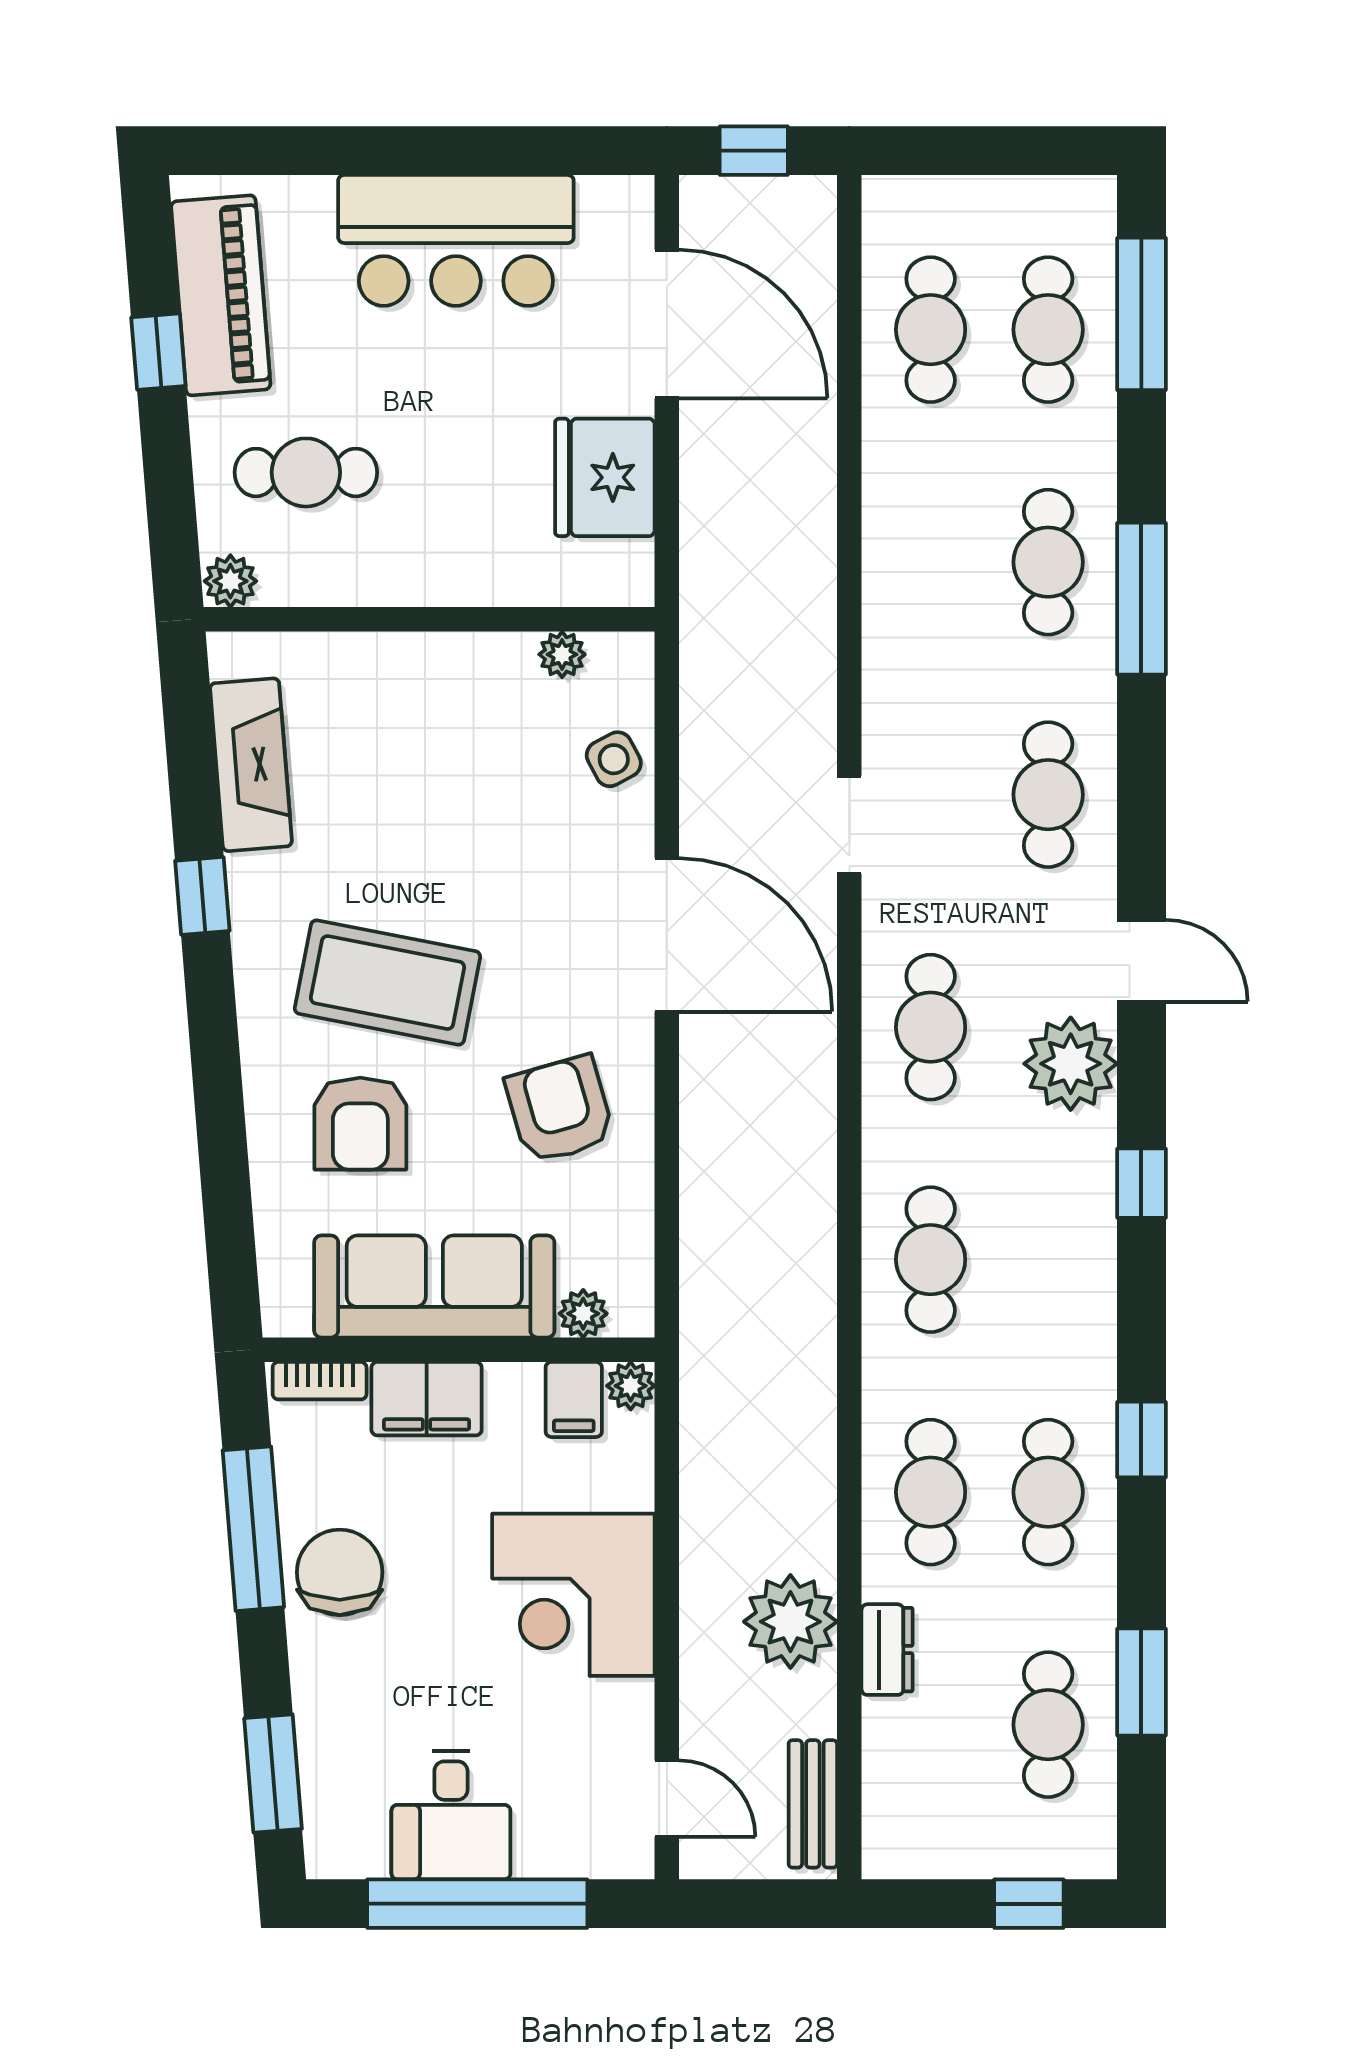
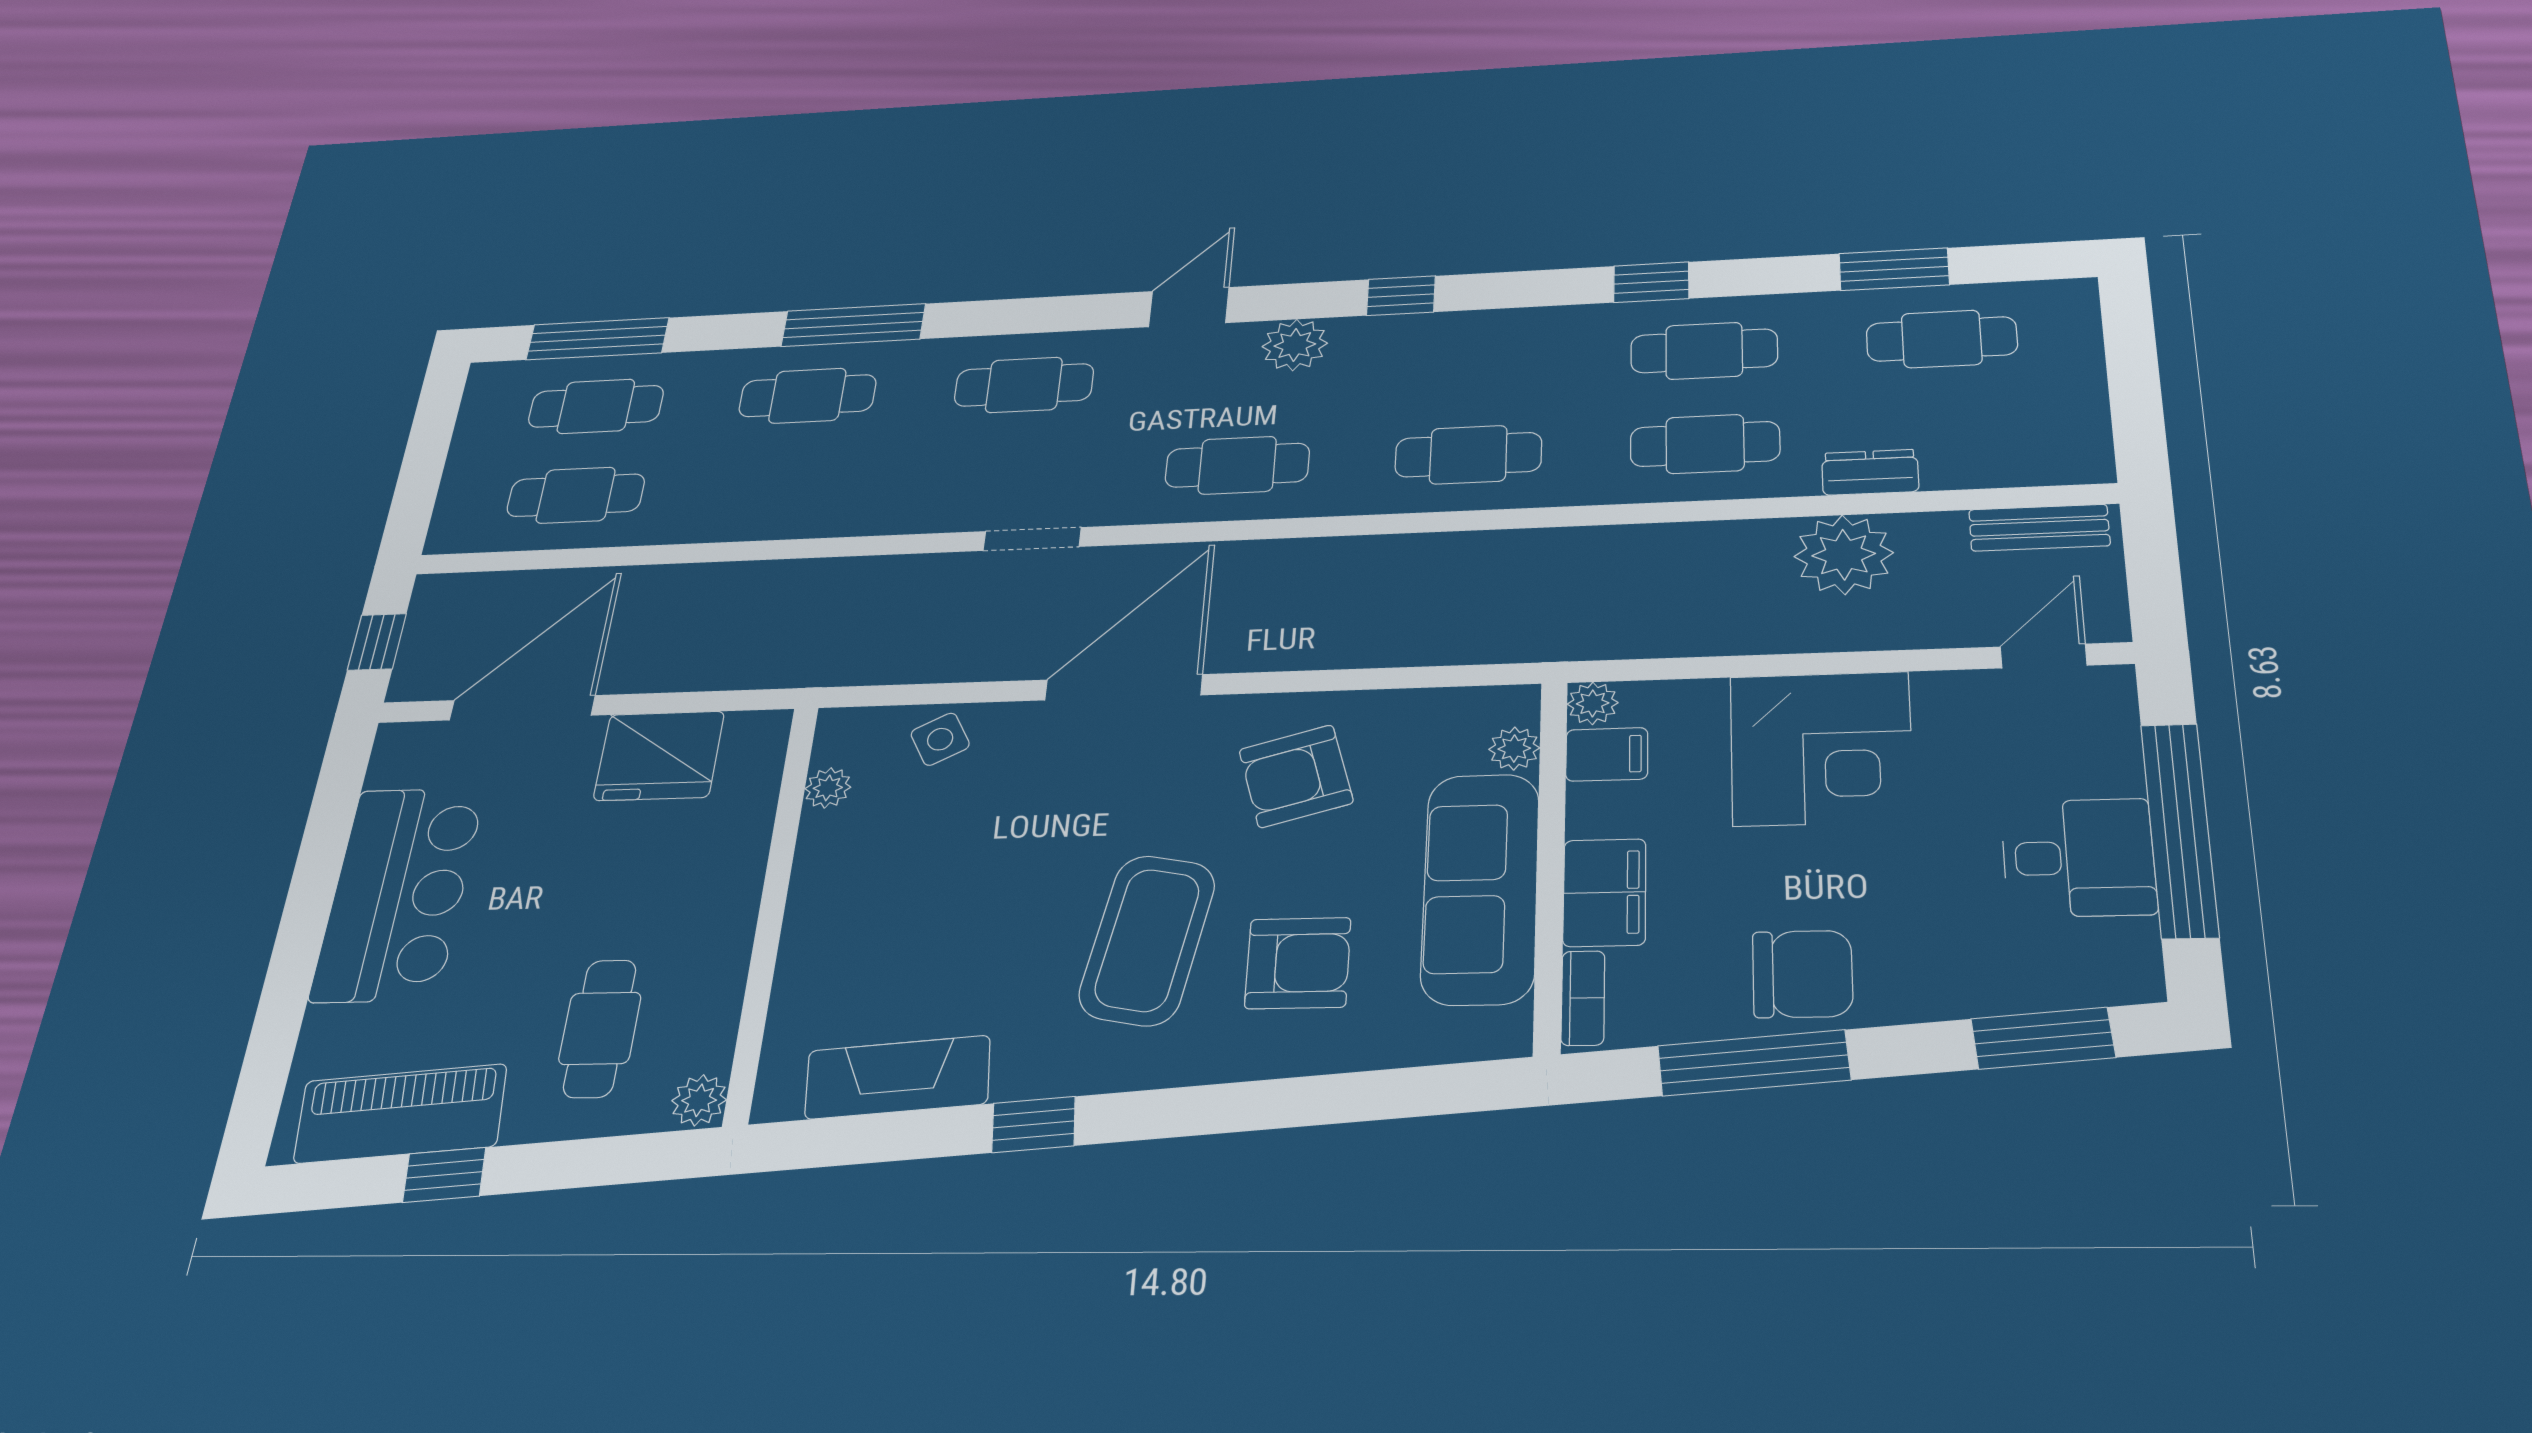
plant: (1071, 1064) -> (1295, 345), width x0.73, depth x0.73
chair: (340, 1572) -> (1803, 974), turned 180
window: (1029, 1904) -> (2130, 345), removed

